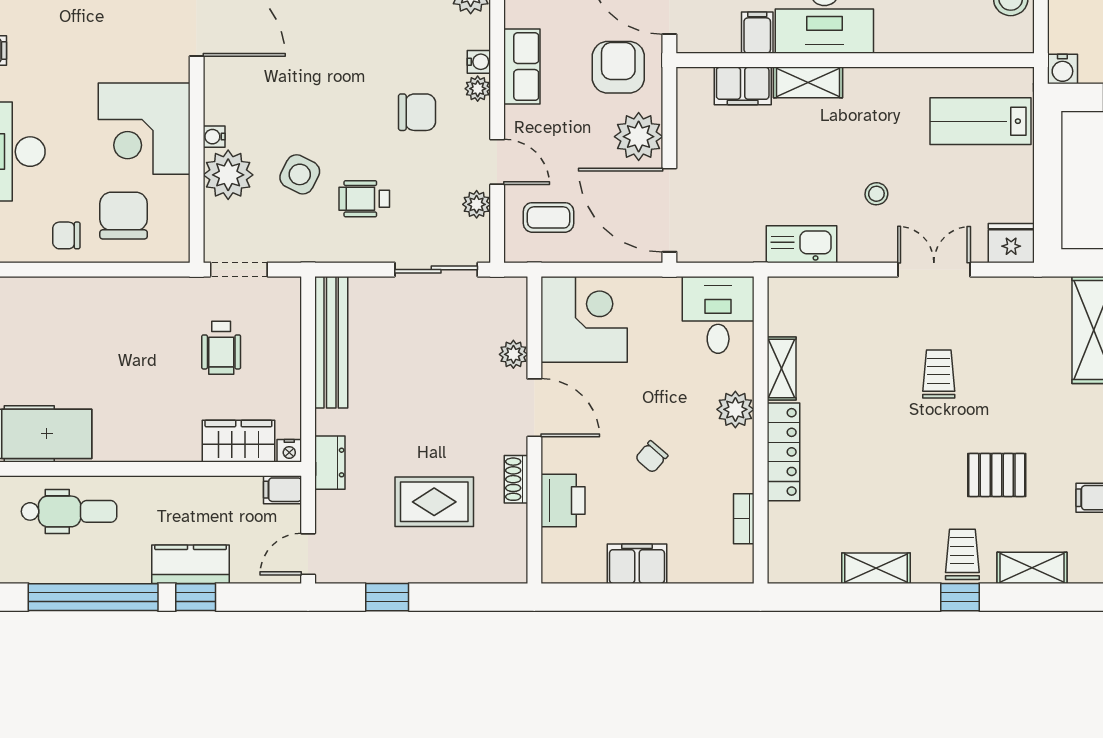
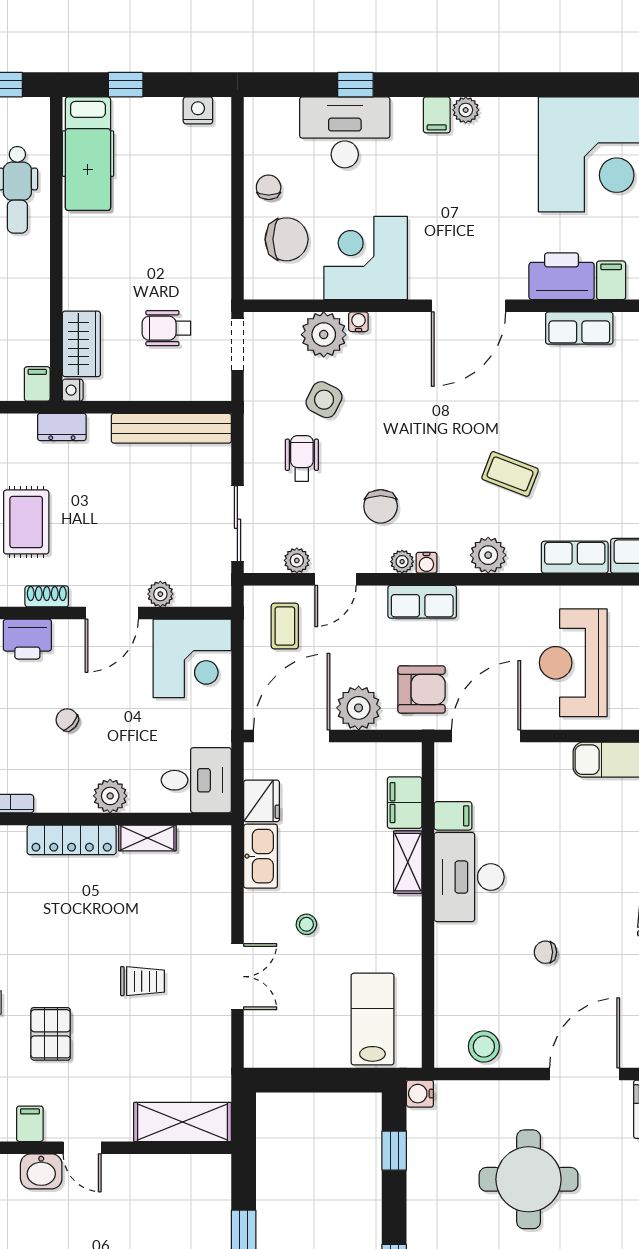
fridge: (1011, 243) -> (262, 801), moved

